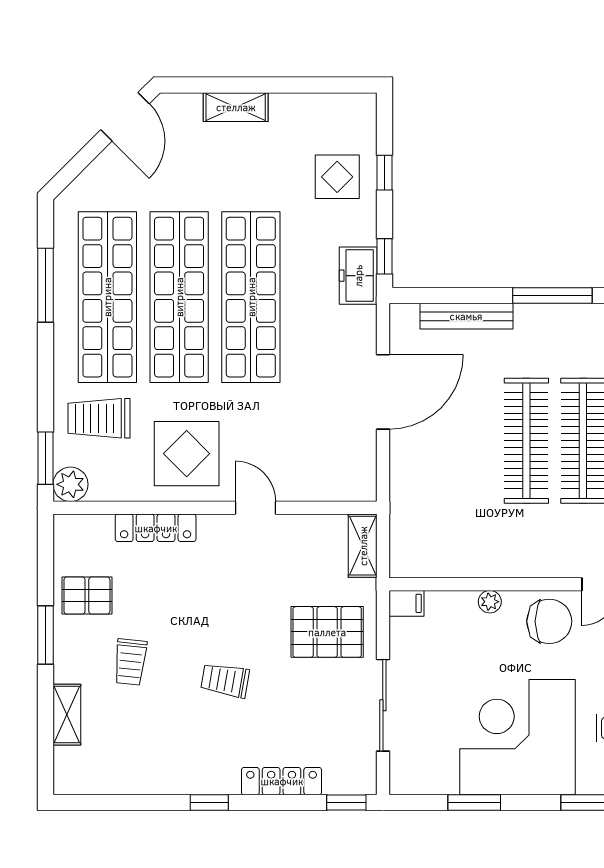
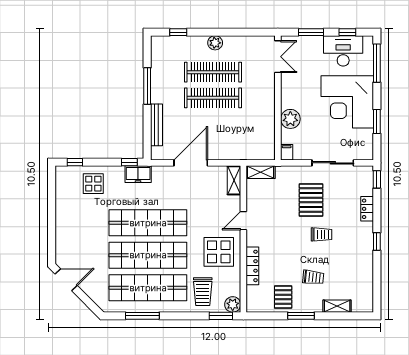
shelving: (236, 107) -> (234, 180), moved
window: (384, 173) -> (75, 162), moved
door: (383, 392) -> (191, 163), hinge flipped
plant: (490, 602) -> (290, 119), width x1.88, depth x1.88
chair: (549, 621) -> (295, 87), removed
pallet: (327, 632) -> (311, 200), moved
trolley: (225, 680) -> (321, 234), turned -100
locker: (282, 781) -> (367, 209), width x0.66

